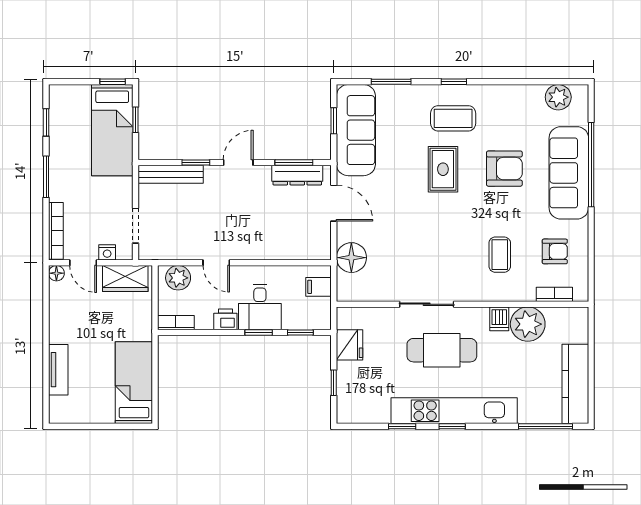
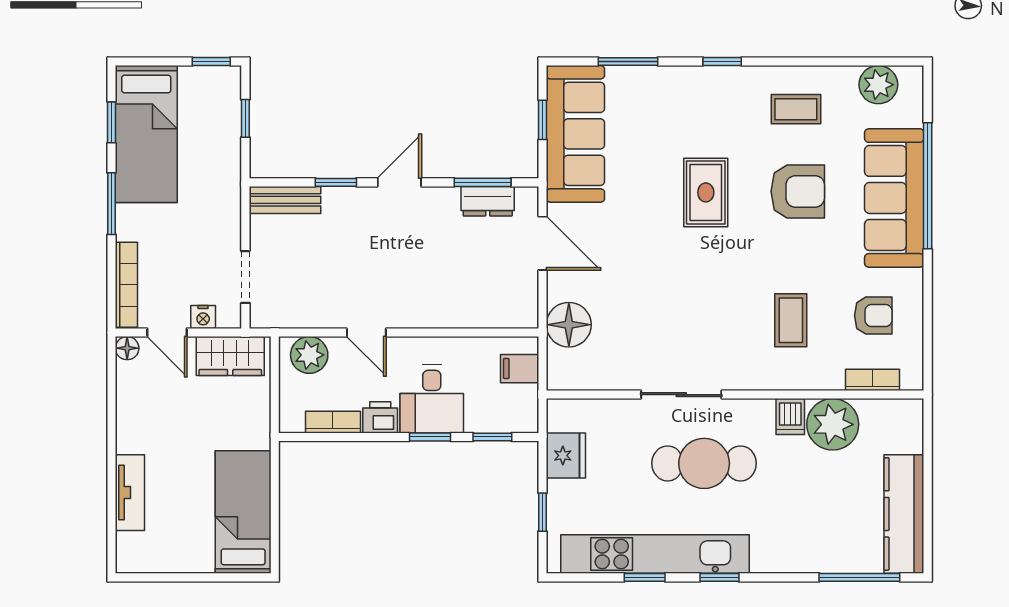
coffee table: (453, 118) -> (796, 109), moved, width x0.73, depth x0.77
bed: (112, 130) -> (146, 134), moved
bench: (171, 174) -> (285, 200), width x0.73
dresser: (297, 175) -> (488, 201), width x0.70
bookcase: (176, 323) -> (333, 422), moved
kitchen unit: (454, 411) -> (655, 554), moved

